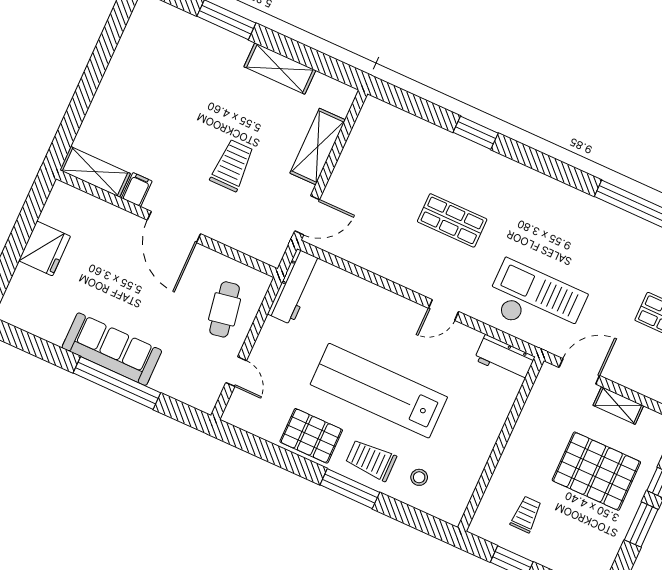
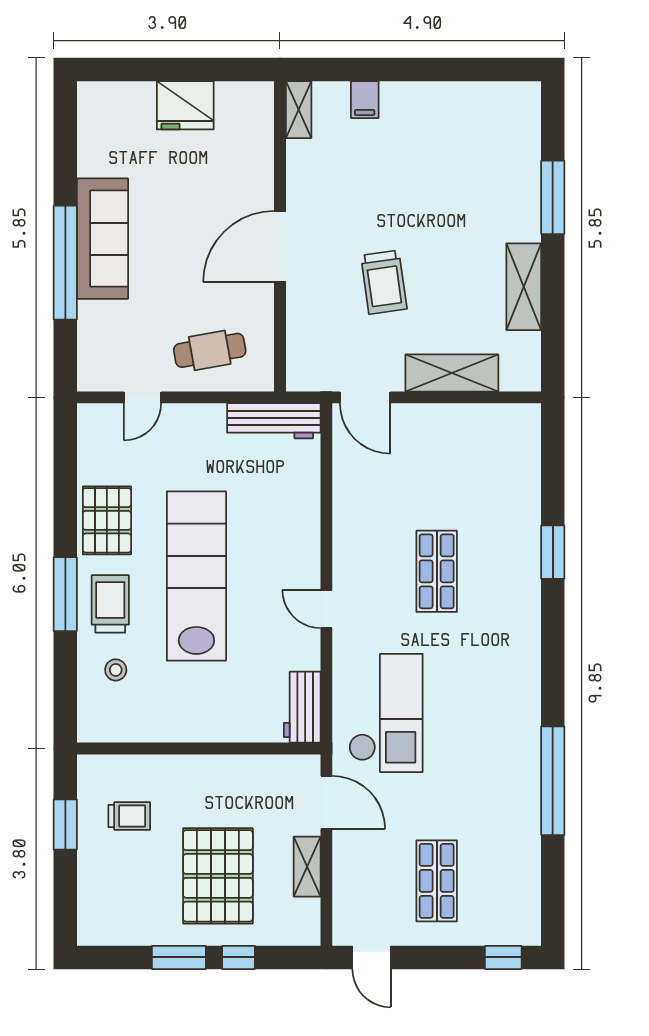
trolley: (232, 165) -> (384, 282), turned 82
shelving: (95, 172) -> (299, 110), width x0.67, depth x0.75
filing cabinet: (137, 190) -> (365, 100), moved, turned 90

